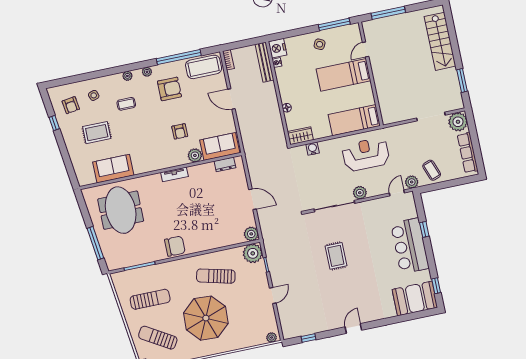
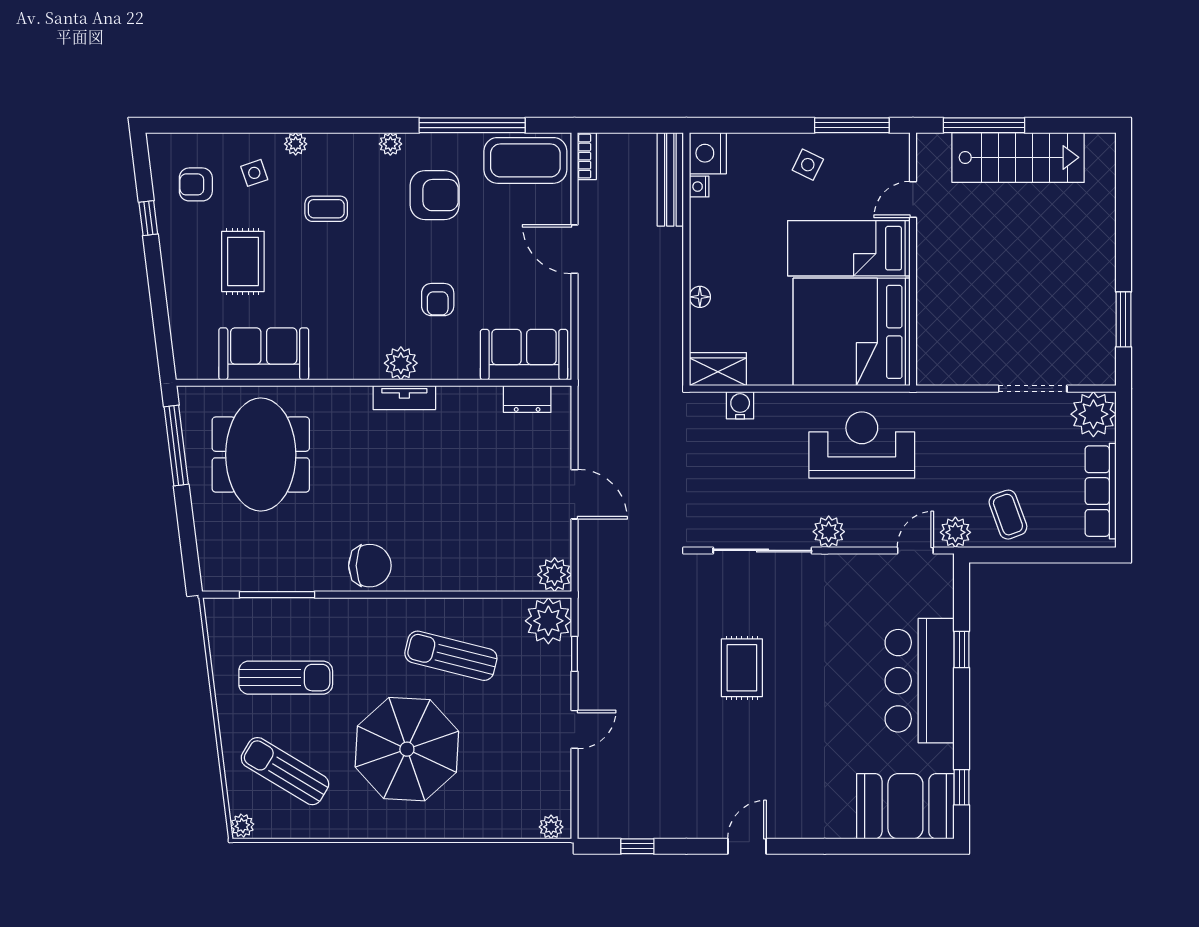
stairs: (440, 41) -> (1018, 157), moved, turned -90
plant: (127, 76) -> (296, 144), moved
armchair: (71, 105) -> (196, 184), turned 98
bed: (354, 120) -> (852, 332), width x2.04
rug: (97, 133) -> (243, 261), turned 90
plant: (195, 155) -> (401, 363), moved
window: (95, 243) -> (176, 446), moved

